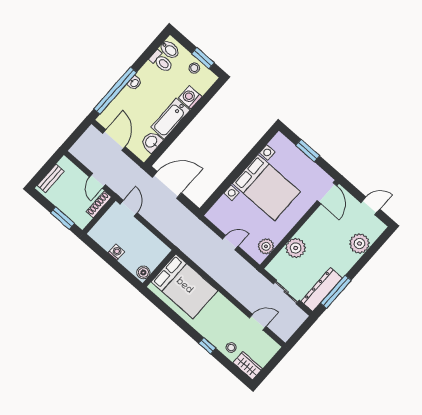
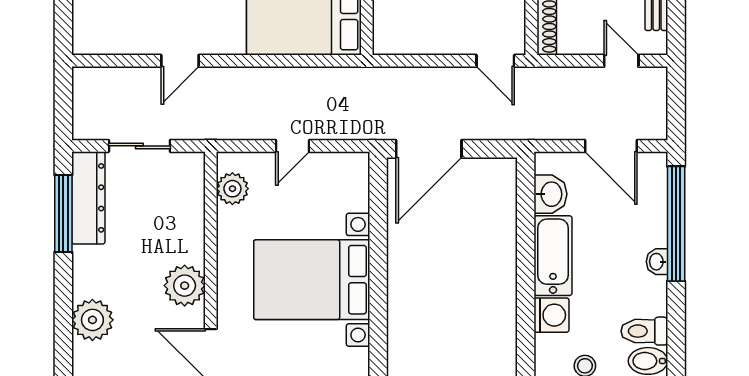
door: (97, 181) -> (621, 61), moved
door: (167, 185) -> (429, 149), moved
plant: (296, 248) -> (185, 286), moved
door: (258, 322) -> (180, 61), moved

